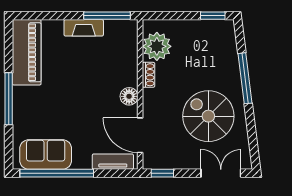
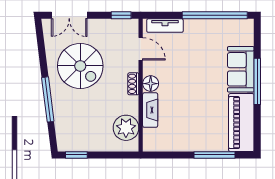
window: (107, 16) -> (215, 155), moved
fireplace: (84, 28) -> (150, 110), moved, turned 90
shoe rack: (149, 75) -> (133, 84), moved
door: (140, 135) -> (141, 49), width x0.73
sofa: (46, 155) -> (241, 69), moved, turned 90

